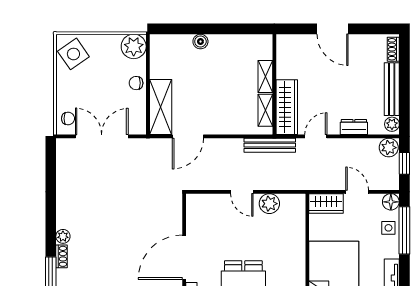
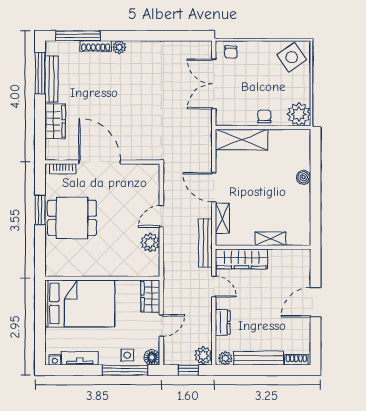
shelving: (265, 110) -> (222, 218), moved, turned 90
double door: (102, 136) -> (214, 84), swing flipped
door: (188, 136) -> (214, 187), moved
shoe rack: (62, 256) -> (96, 46), width x1.43

